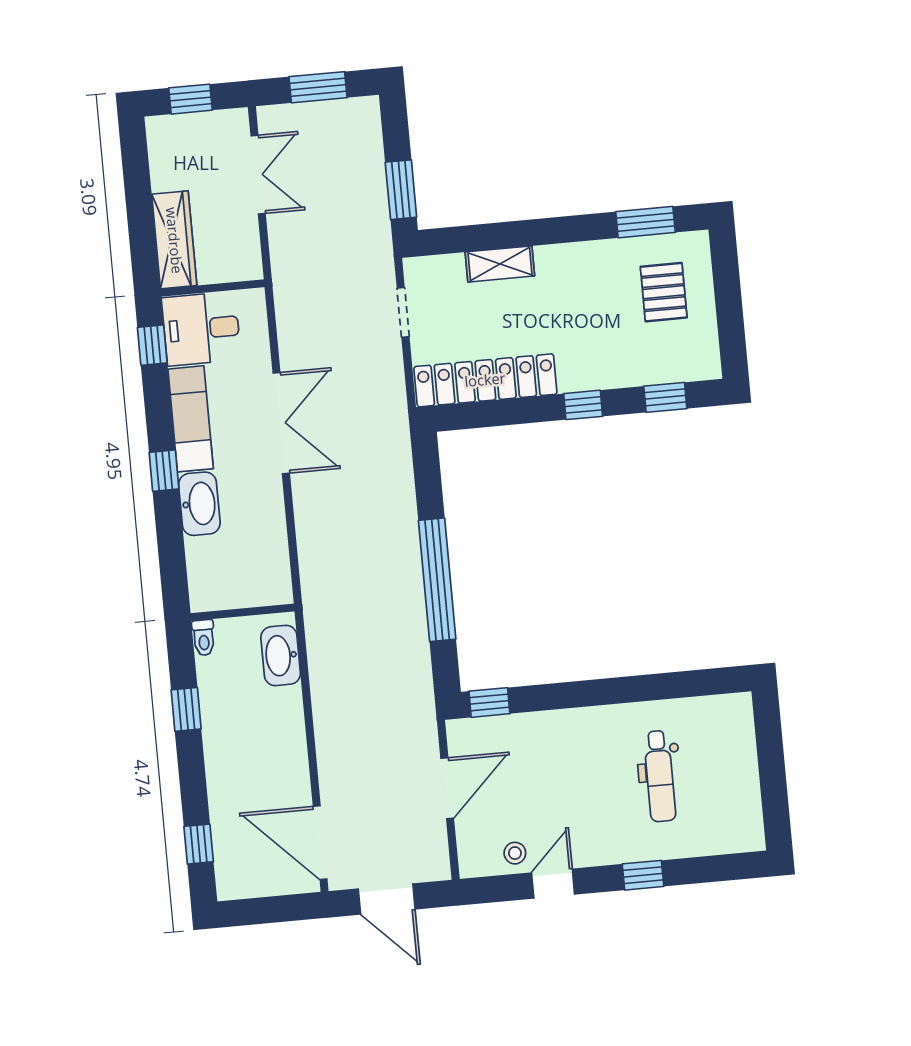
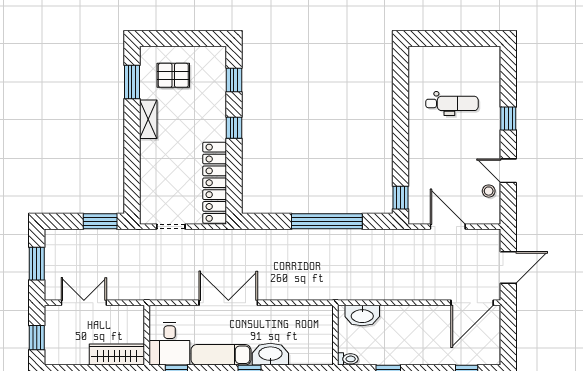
shelving: (500, 264) -> (148, 119), moved

